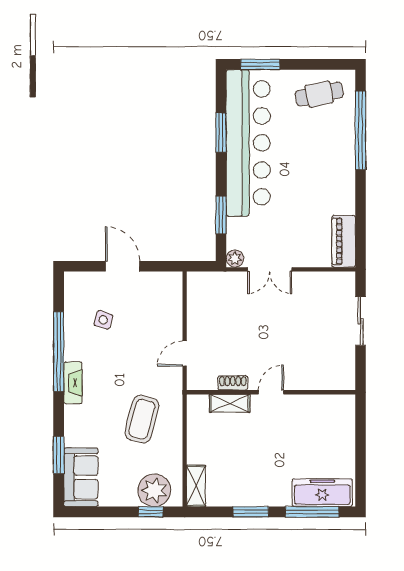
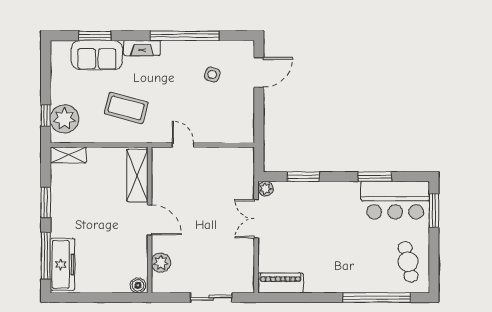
bar counter: (248, 143) -> (395, 200), width x0.54
door: (123, 266) -> (259, 72), moved
plant: (320, 379) -> (161, 263), added
fireplace: (73, 383) -> (142, 48), moved
shoe rack: (233, 383) -> (158, 187), removed
door: (271, 392) -> (150, 220), width x1.38
shelving: (230, 403) -> (137, 175), width x1.50, depth x1.33
boiler: (346, 406) -> (138, 285), added
sofa: (81, 477) -> (97, 55), moved

